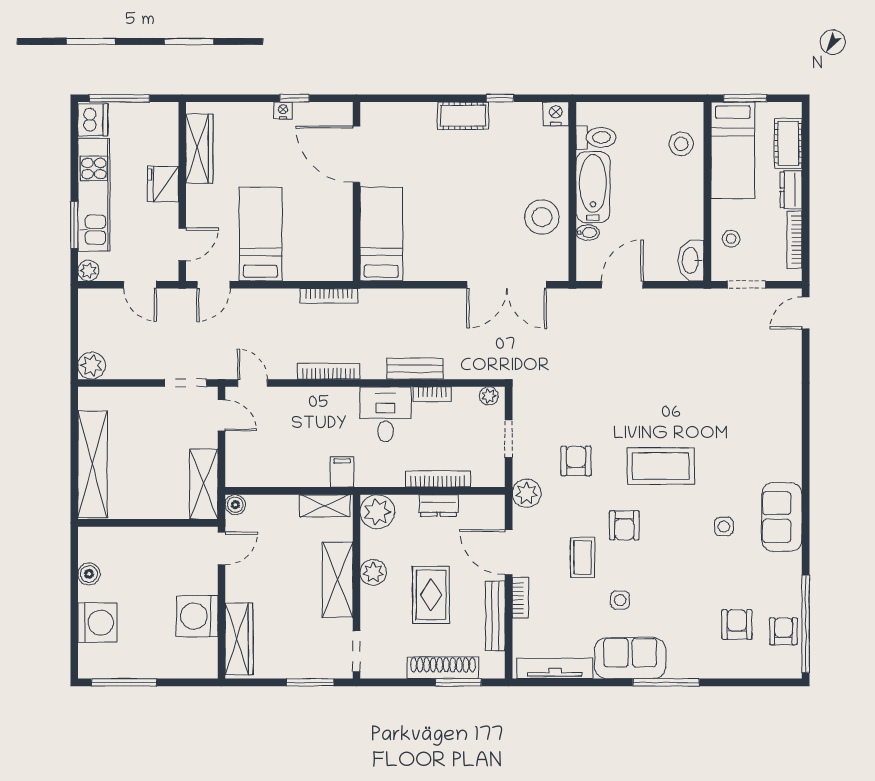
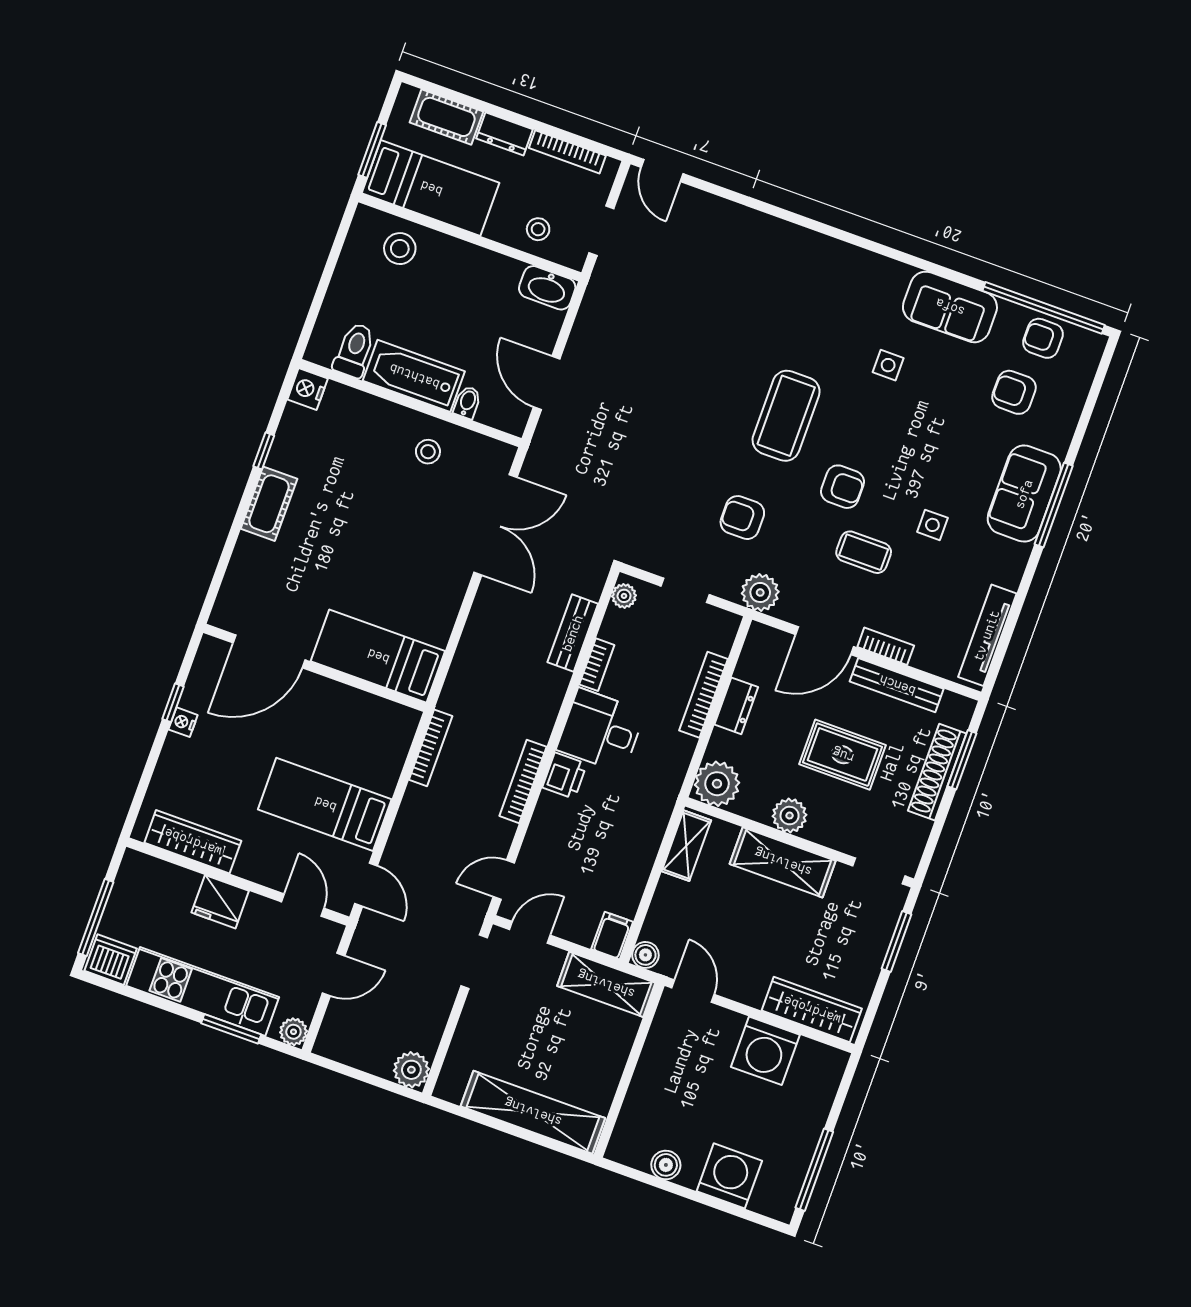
stool: (542, 217) -> (428, 452), width x0.53, depth x0.53
bench: (415, 369) -> (573, 633), moved
printer: (344, 400) -> (565, 776), added
filing cabinet: (342, 472) -> (612, 936), moved, turned 90
sofa: (782, 517) -> (950, 307), moved
sofa: (630, 658) -> (1024, 494), moved

